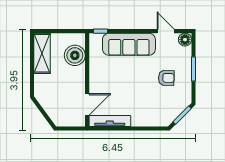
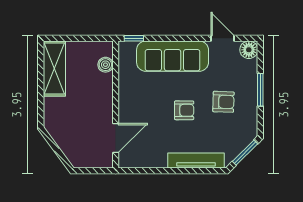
boiler: (75, 55) -> (105, 65), width x0.54, depth x0.54
armchair: (137, 84) -> (184, 110), added
tv unit: (110, 121) -> (196, 160), moved

